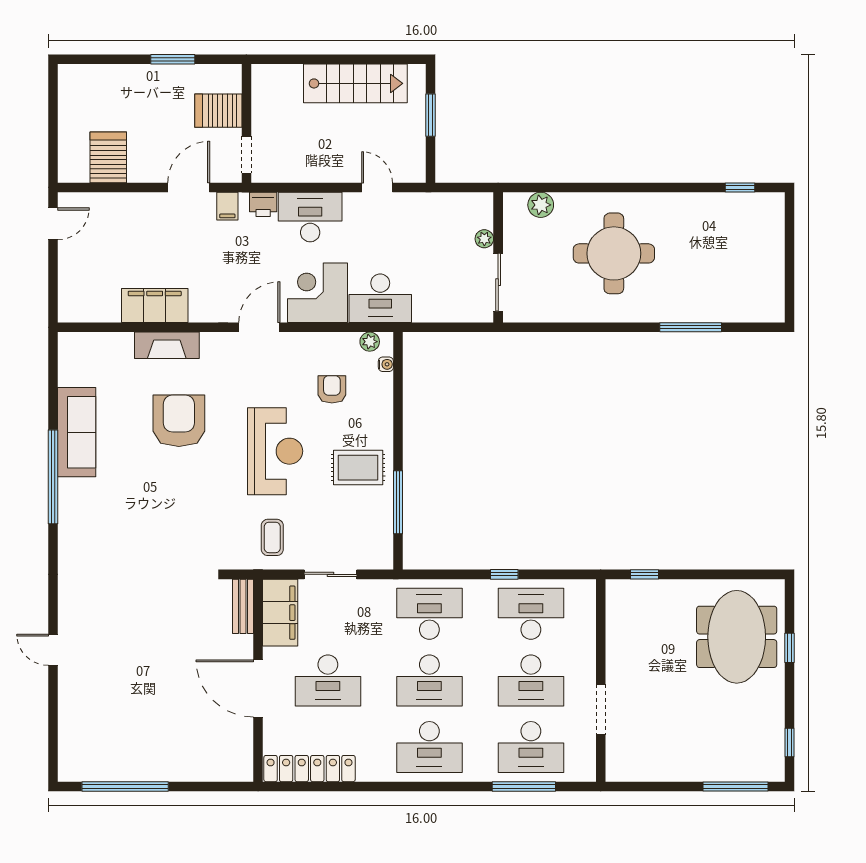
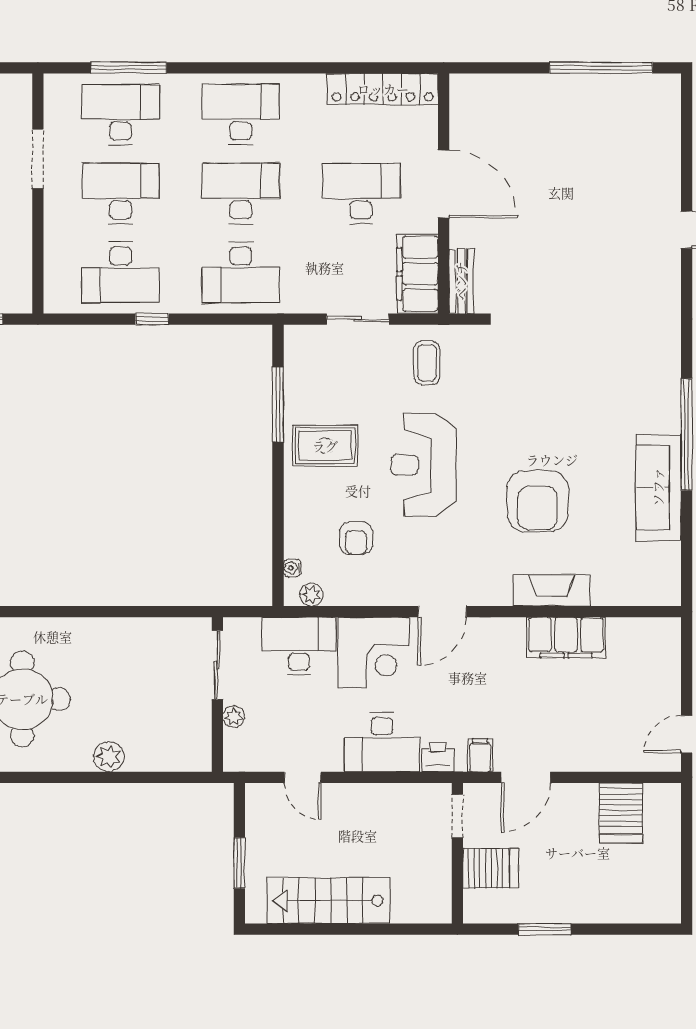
plant: (484, 239) -> (234, 717), moved
wall: (498, 257) -> (217, 694), moved
sliding door: (498, 282) -> (217, 665), moved

